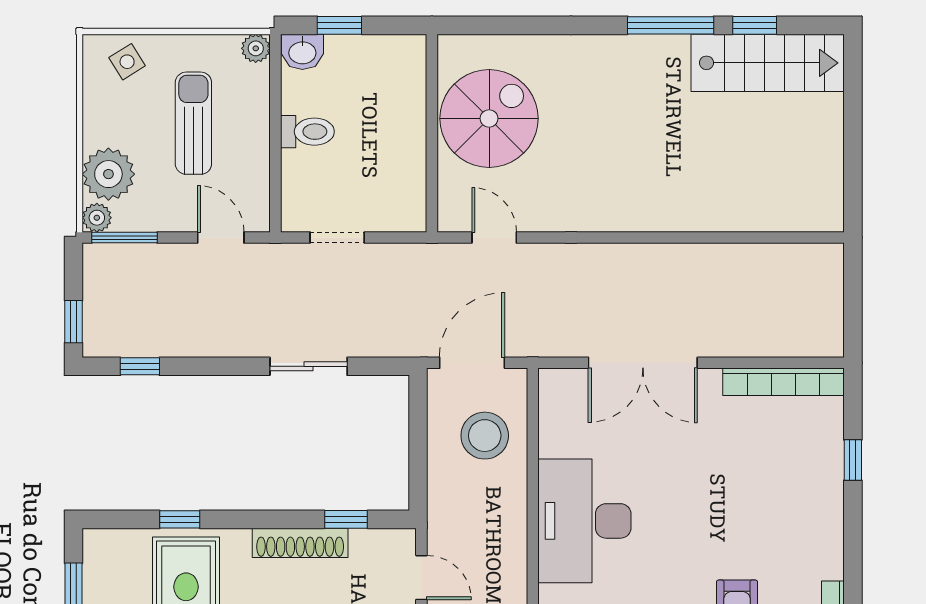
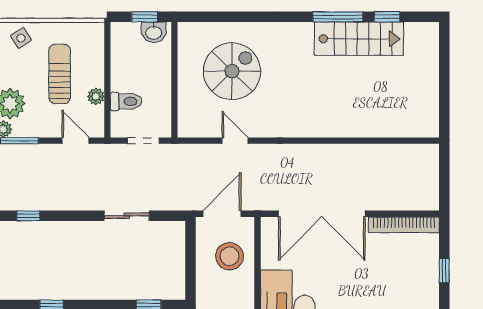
plant: (256, 48) -> (96, 96), moved
washbasin: (302, 52) -> (154, 32), moved
stairs: (768, 63) -> (359, 39), moved
toilet: (307, 132) -> (126, 101), moved
wall: (432, 133) -> (174, 80), moved
double door: (643, 363) -> (322, 214), width x1.36

